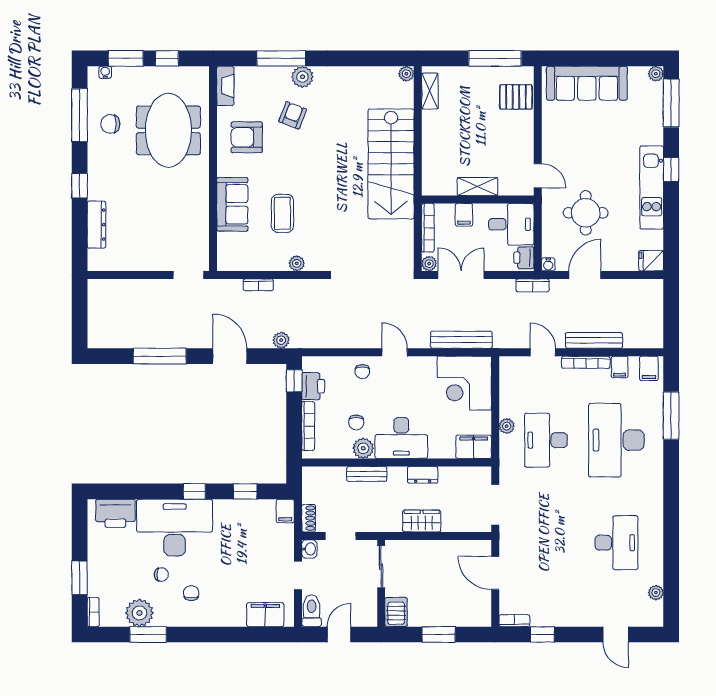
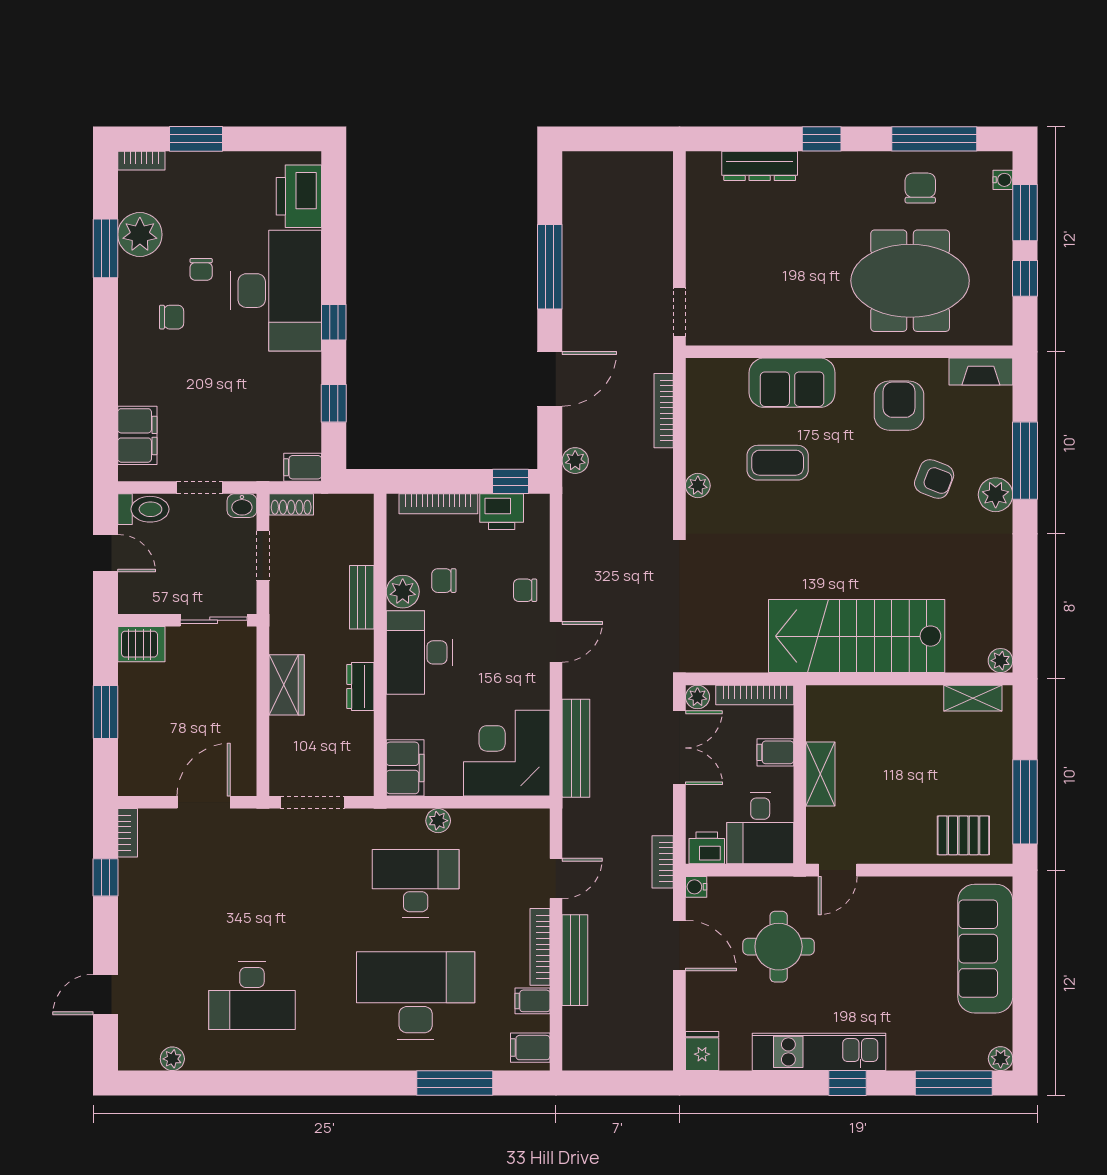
pallet: (516, 97) -> (963, 835), turned 90
bookcase: (258, 285) -> (664, 411), width x1.56

